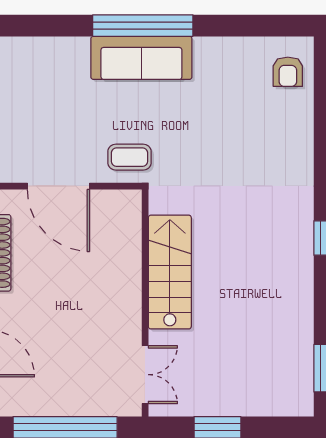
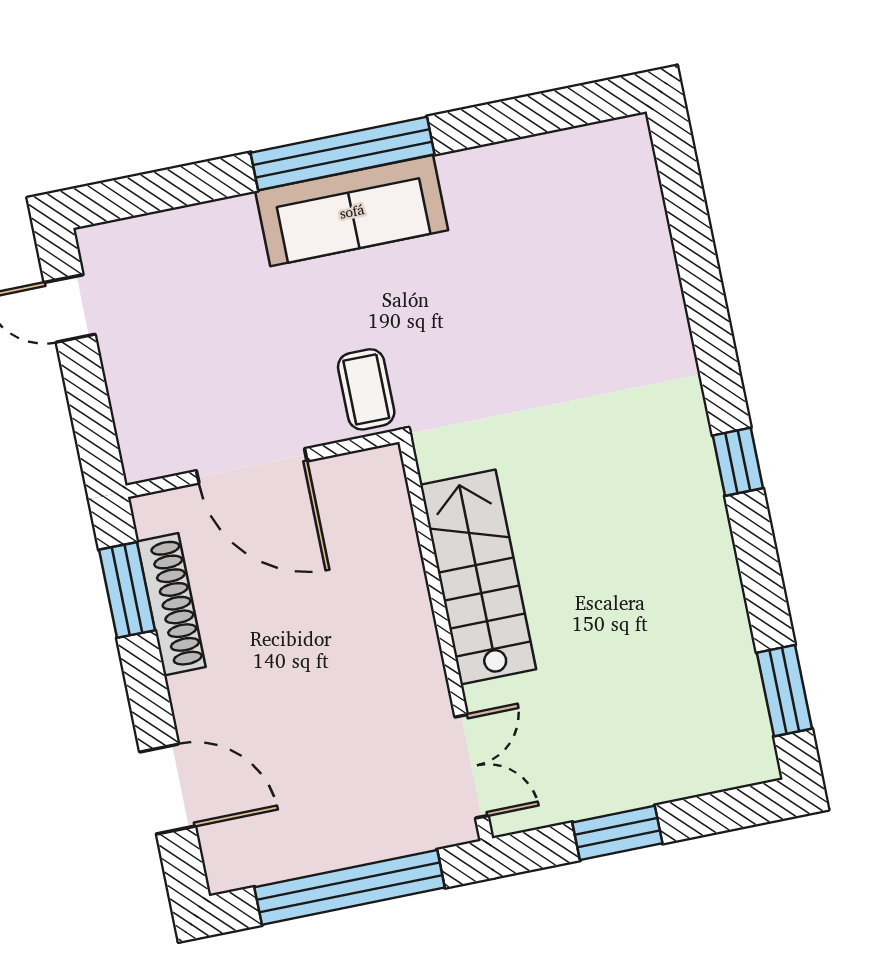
armchair: (288, 72) -> (614, 183), removed
coffee table: (129, 157) -> (366, 389), turned 90

